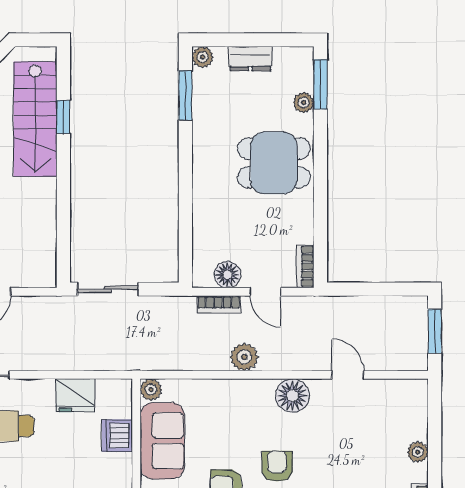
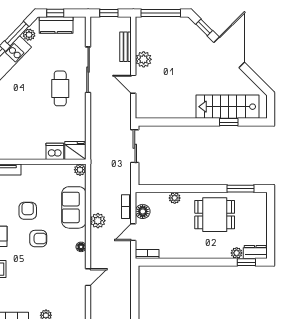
plant: (203, 57) -> (175, 198), moved
dresser: (250, 59) -> (255, 252), moved, turned 90
window: (320, 84) -> (246, 262), width x0.67
dining table: (274, 163) -> (215, 215), moved, turned 90
fridge: (75, 395) -> (75, 150), moved, turned 90
floor lamp: (292, 396) -> (81, 247), width x0.53, depth x0.53
sofa: (162, 441) -> (74, 207), moved, turned 90

